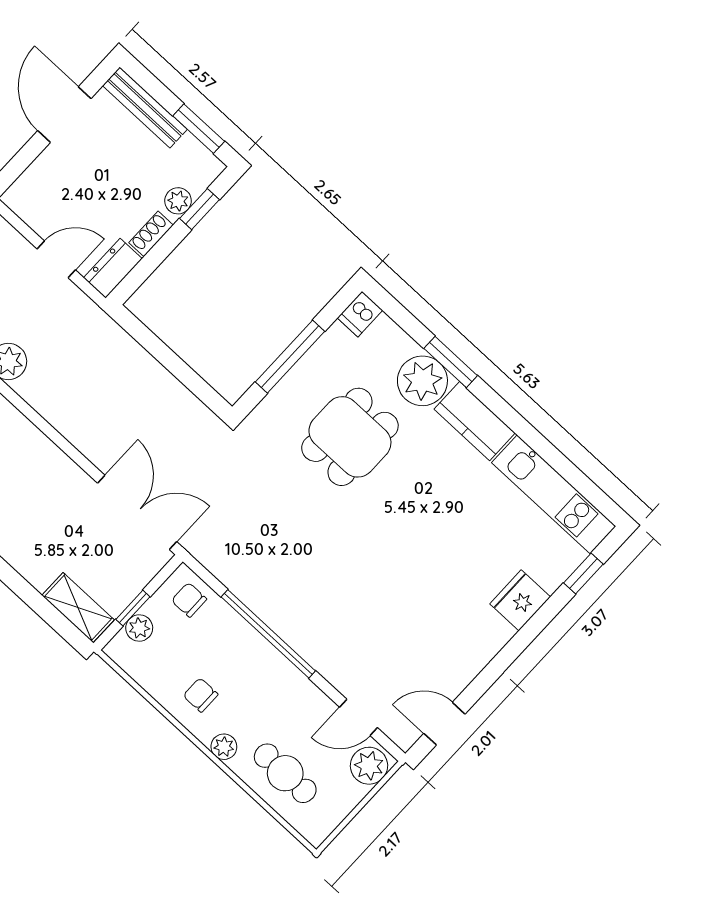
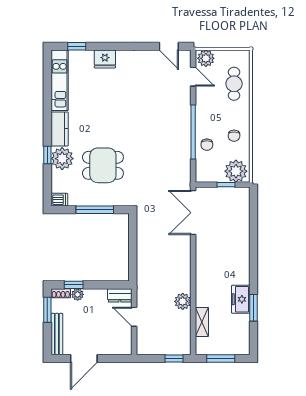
shoe rack: (151, 234) -> (61, 293), moved
window: (451, 362) -> (47, 155), width x0.67
chair: (189, 600) -> (207, 145), moved
shelving: (78, 608) -> (243, 203), removed
plant: (139, 628) -> (236, 171), width x1.88, depth x1.88
plant: (224, 747) -> (244, 112), removed

